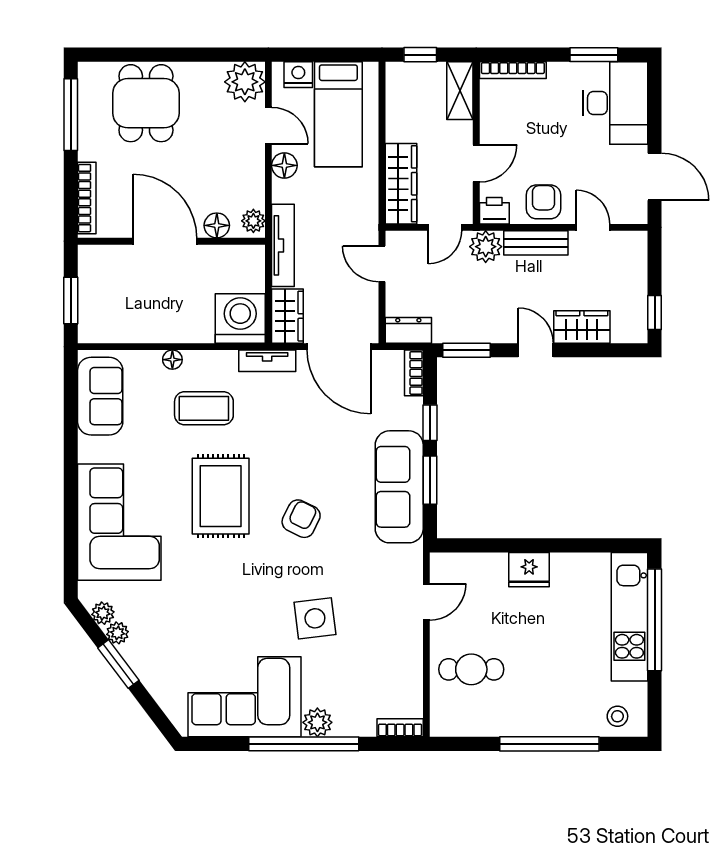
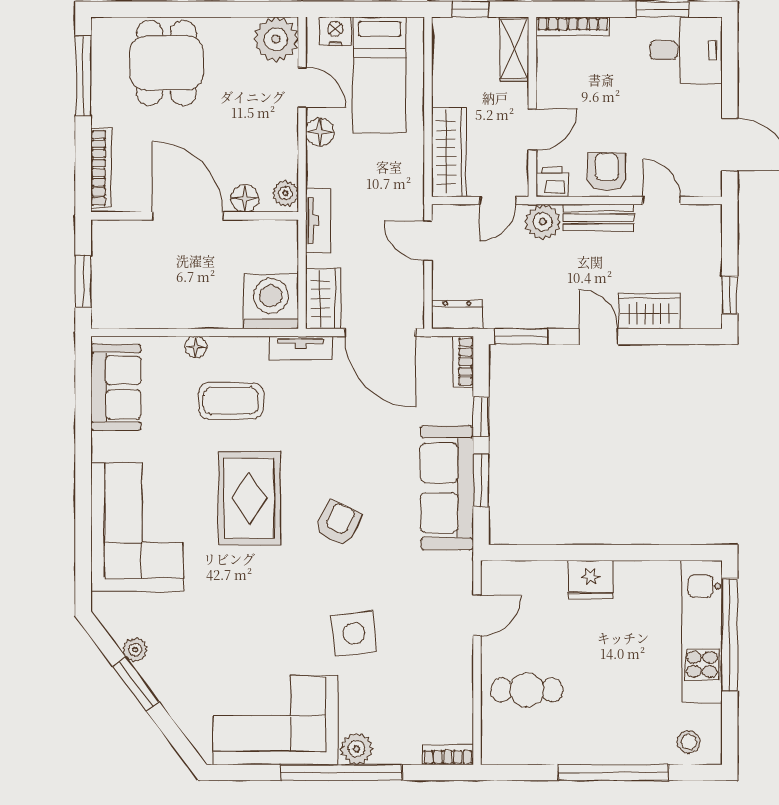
desk: (615, 103) -> (686, 50), width x0.73
tv unit: (283, 245) -> (318, 220), width x0.71
plant: (103, 613) -> (119, 628), removed

